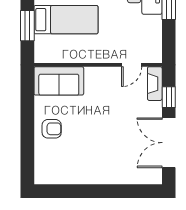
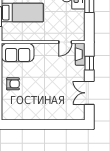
double door: (169, 143) -> (89, 93), width x0.73

